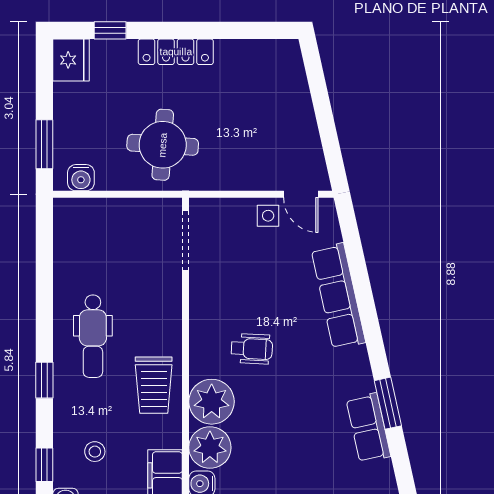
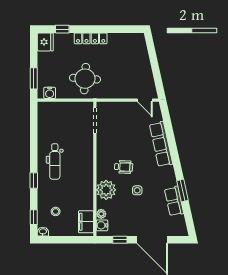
side table: (268, 216) -> (137, 190), moved
trolley: (154, 385) -> (81, 183), removed
plant: (210, 448) -> (101, 214), width x0.53, depth x0.53

